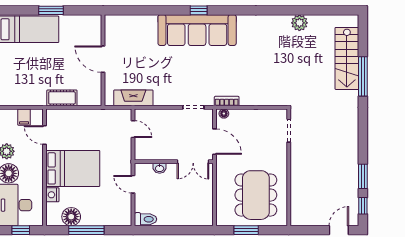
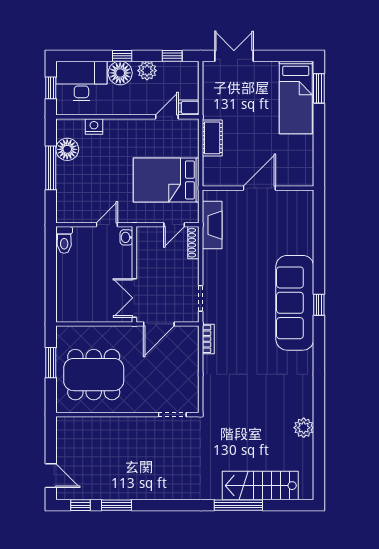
window: (51, 10) -> (319, 88), moved
shoe rack: (148, 113) -> (193, 243), added
floor lamp: (224, 114) -> (193, 335), removed
filing cabinet: (24, 117) -> (189, 107), moved
bed: (73, 168) -> (166, 180), moved, turned 90
washbasin: (160, 168) -> (126, 237), moved

